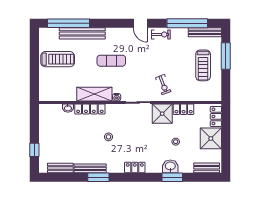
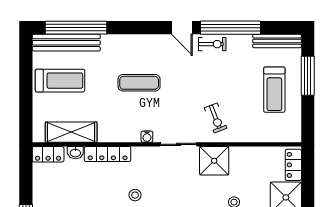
window: (187, 23) -> (231, 28), moved
bench: (82, 33) -> (66, 43), moved
shelving: (94, 94) -> (71, 132), moved
locker: (184, 109) -> (48, 154), moved

